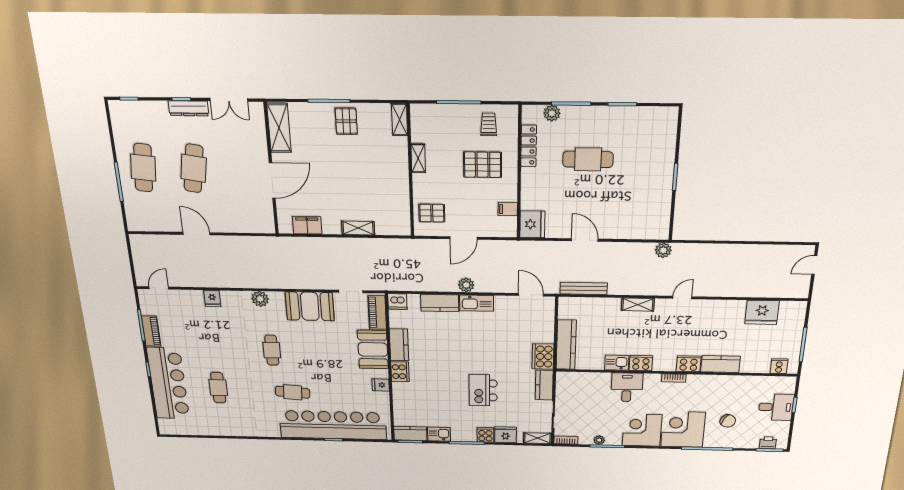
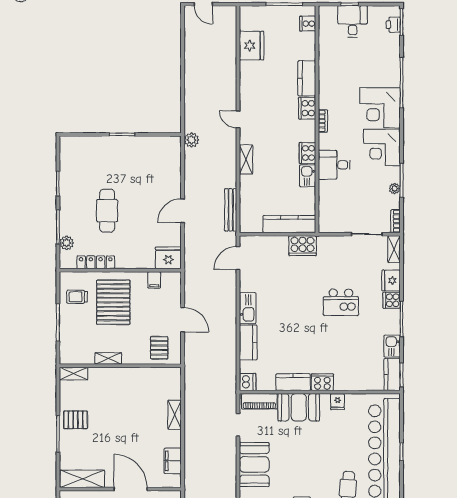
pallet: (482, 165) -> (113, 302), width x1.37, depth x1.41
plant: (466, 285) -> (229, 318), removed
kitchen counter: (544, 385) -> (334, 244), removed
chair: (728, 421) -> (369, 66), removed

